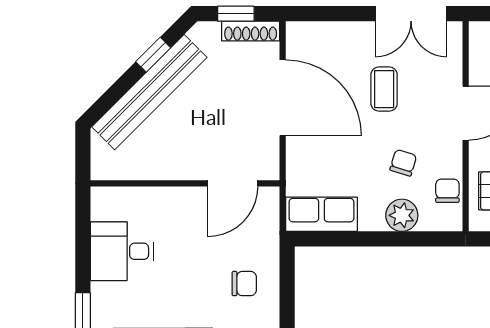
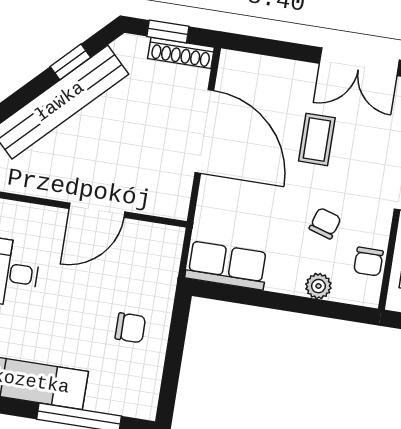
door: (233, 183) -> (97, 210), moved
chair: (447, 191) -> (368, 262), turned 180
plant: (402, 215) -> (318, 286), width x0.73, depth x0.73

